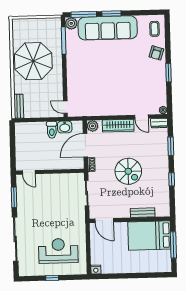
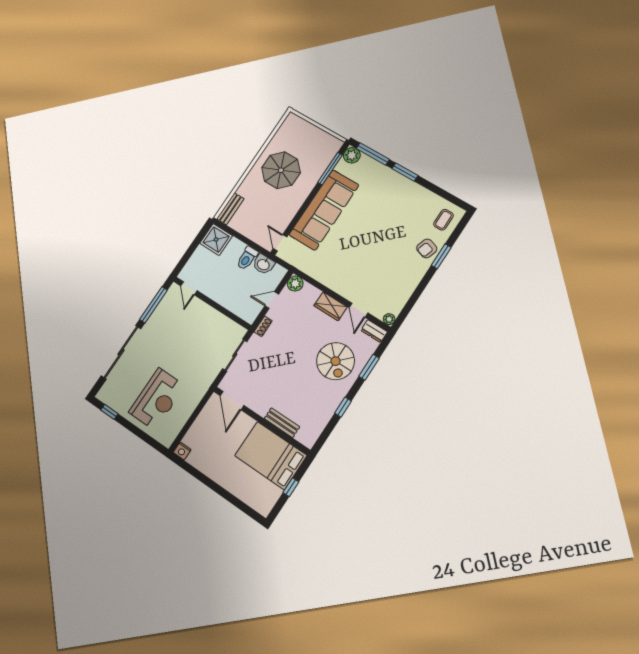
sofa: (108, 28) -> (324, 210), moved, turned -90
parasol: (33, 61) -> (281, 170), width x0.73, depth x0.73
window: (169, 73) -> (441, 256), moved
wardrobe: (118, 126) -> (331, 306), width x0.67
shower: (24, 131) -> (216, 240), added
door: (85, 145) -> (272, 300), width x0.53
spiral stairs: (128, 171) -> (335, 361), moved
window: (14, 197) -> (153, 305), width x1.44
window: (173, 245) -> (291, 487), width x0.46
reception desk: (58, 251) -> (157, 399), turned 90
window: (52, 278) -> (109, 412), moved

